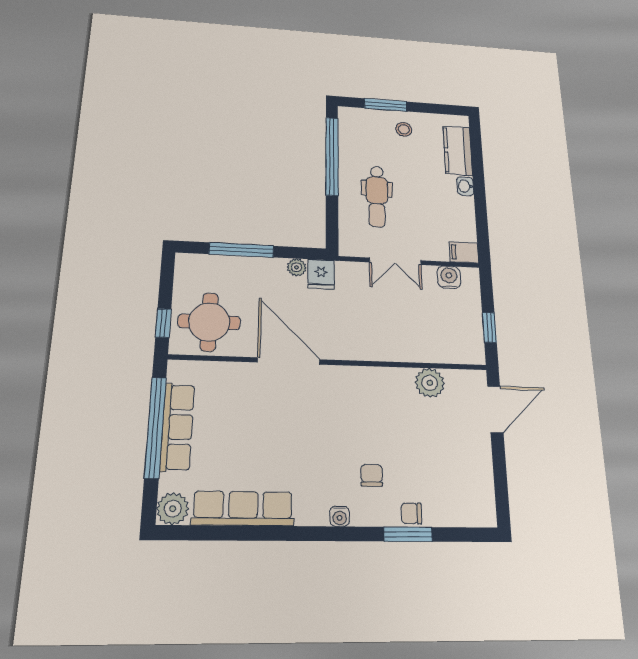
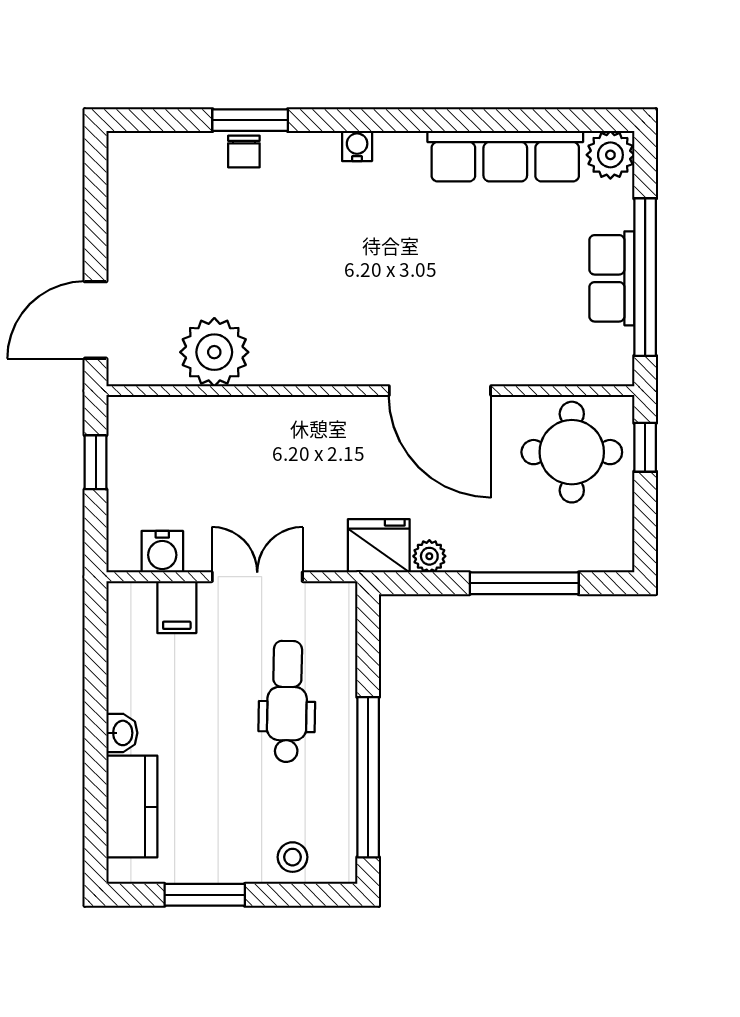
window: (386, 105) -> (205, 895), moved
stool: (404, 129) -> (293, 857), moved
filing cabinet: (464, 252) -> (177, 607), moved, turned 90
fridge: (321, 274) -> (379, 546), width x1.38
plant: (430, 383) -> (214, 352), width x1.36, depth x1.36
row of seats: (177, 427) -> (612, 278), width x0.68
chair: (372, 475) -> (306, 209), removed
chair: (411, 513) -> (244, 152), turned 90

